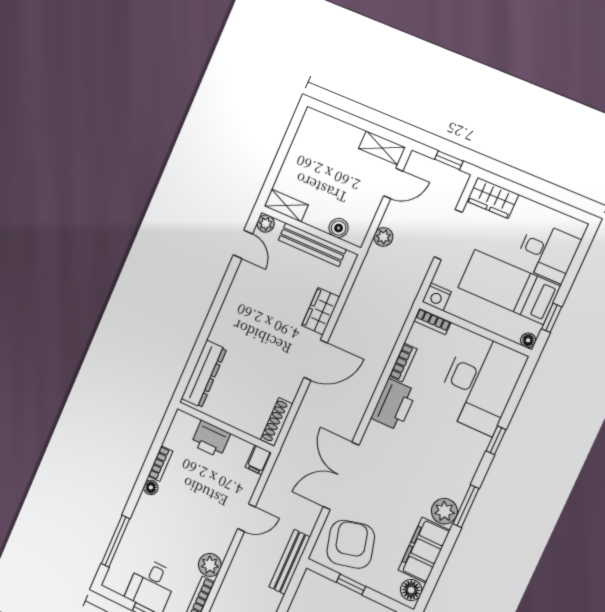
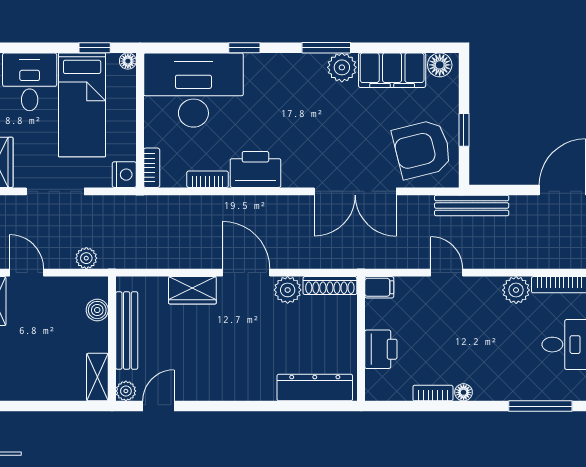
plant: (288, 387) -> (288, 290), added

